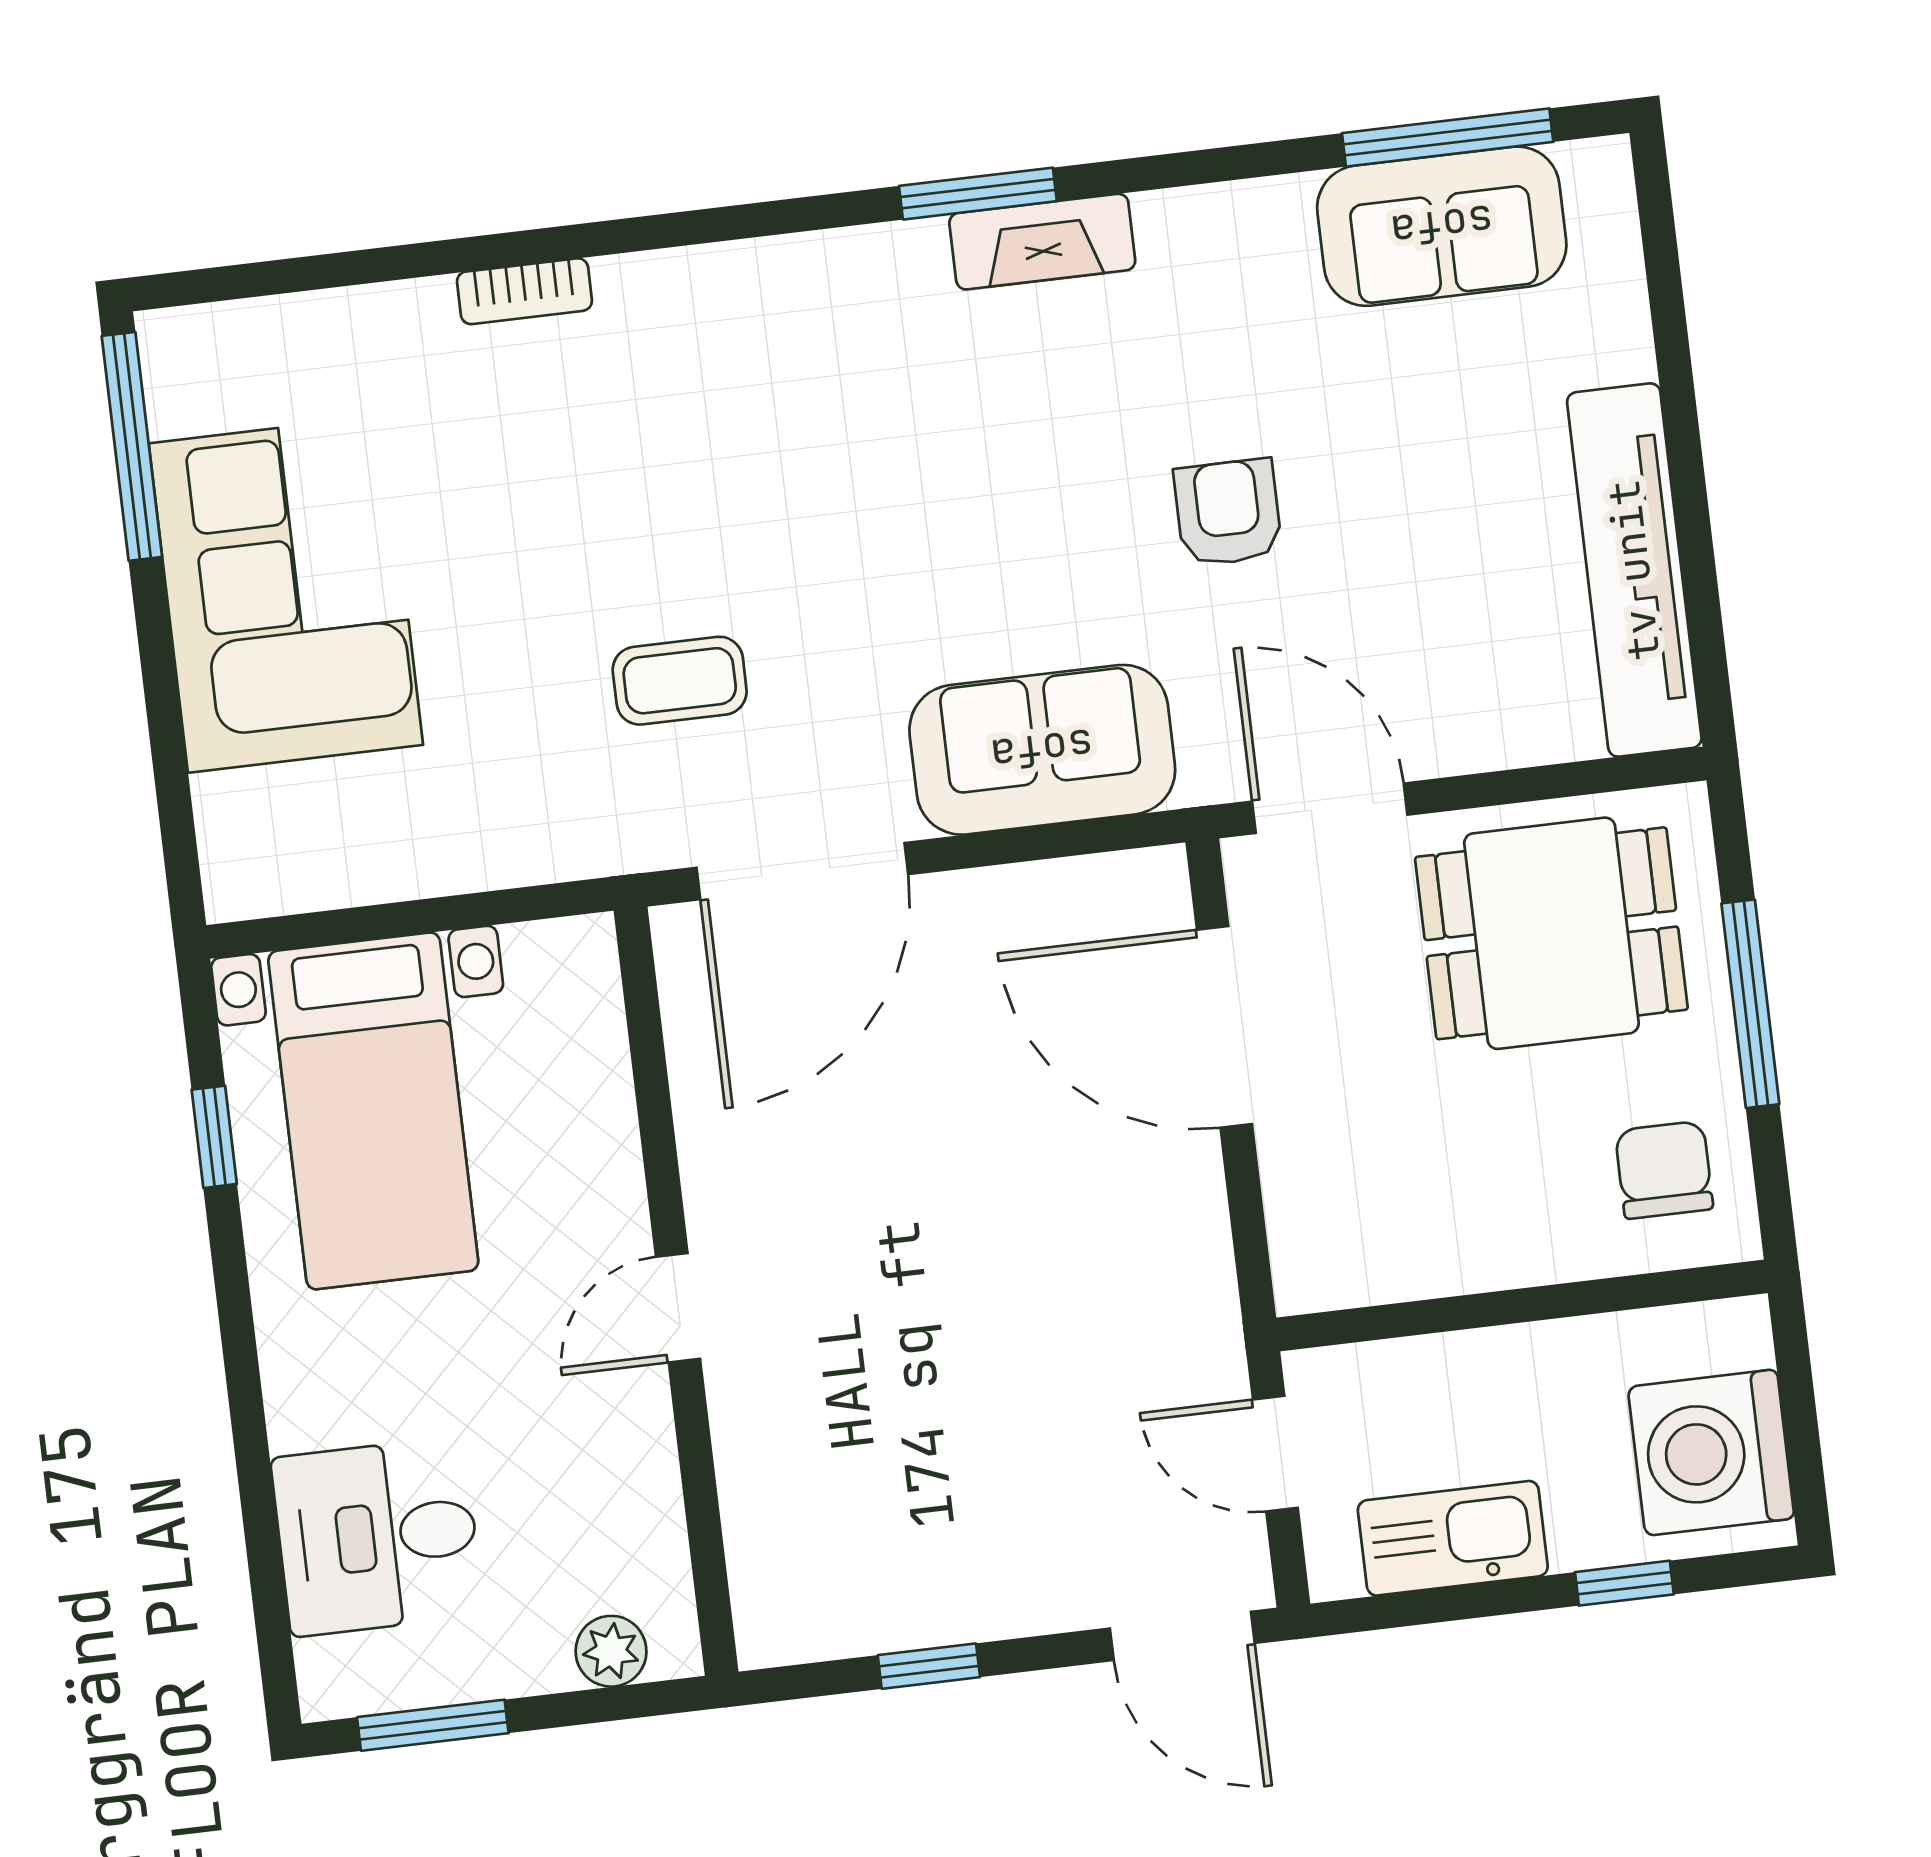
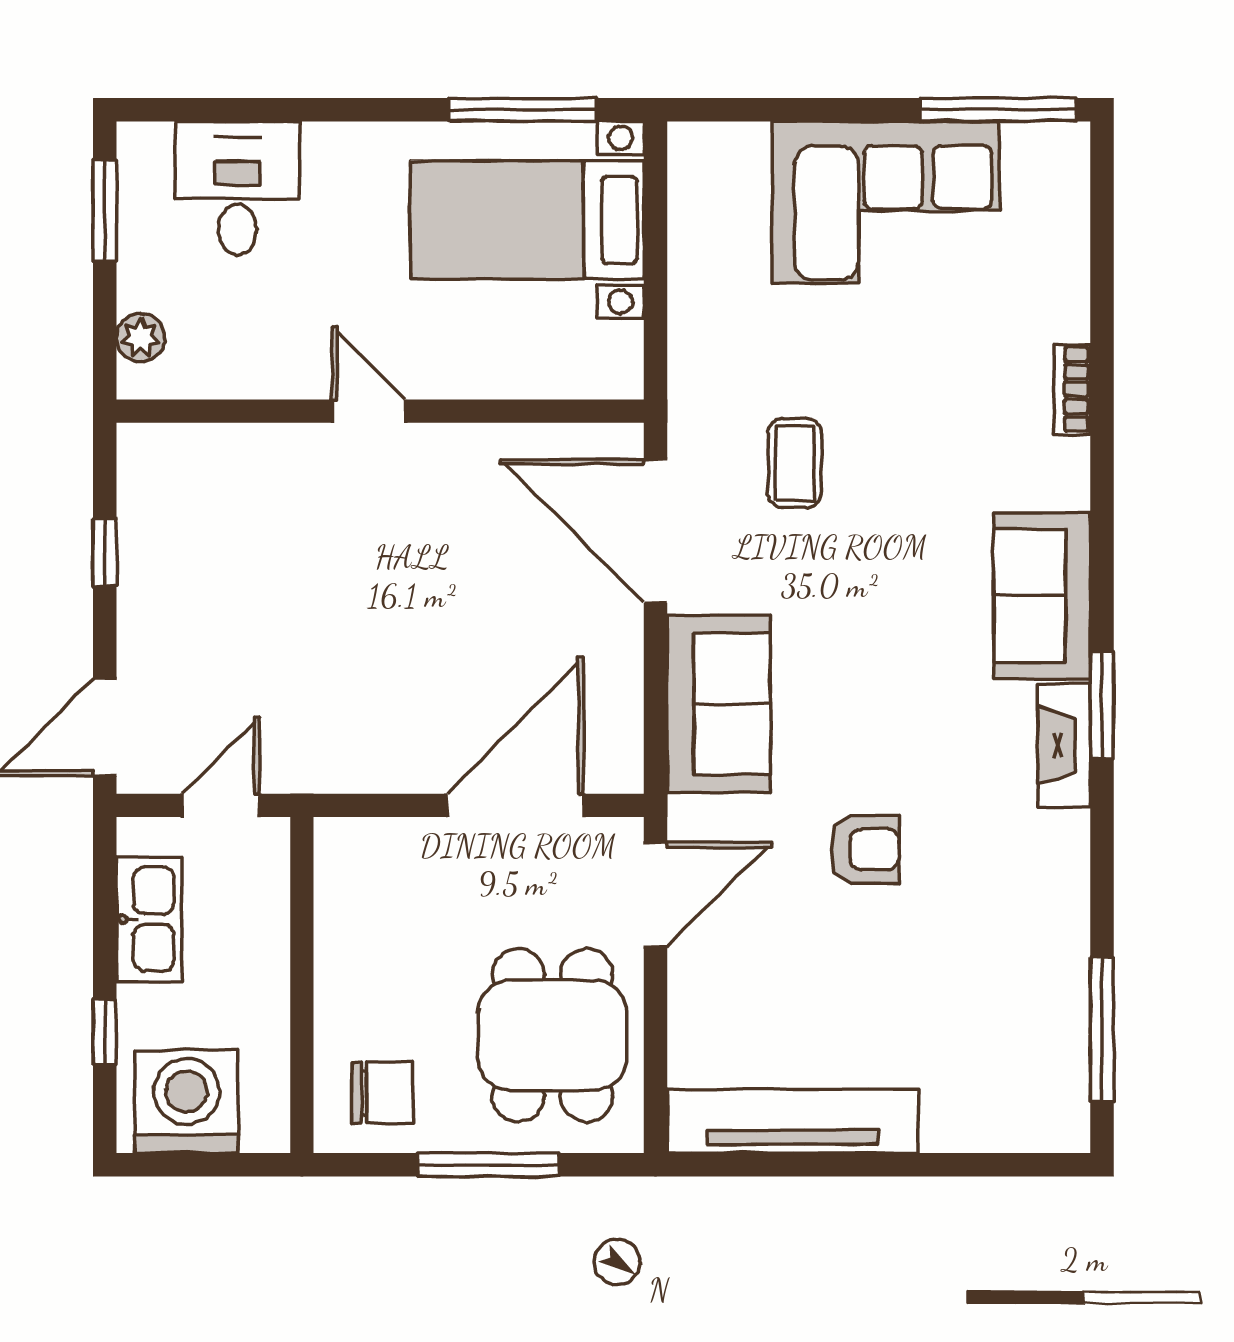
sofa: (1442, 226) -> (1042, 595), moved
window: (214, 1137) -> (523, 110), width x2.17

